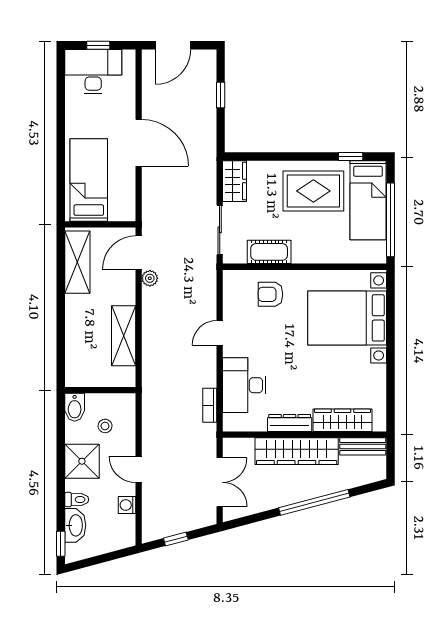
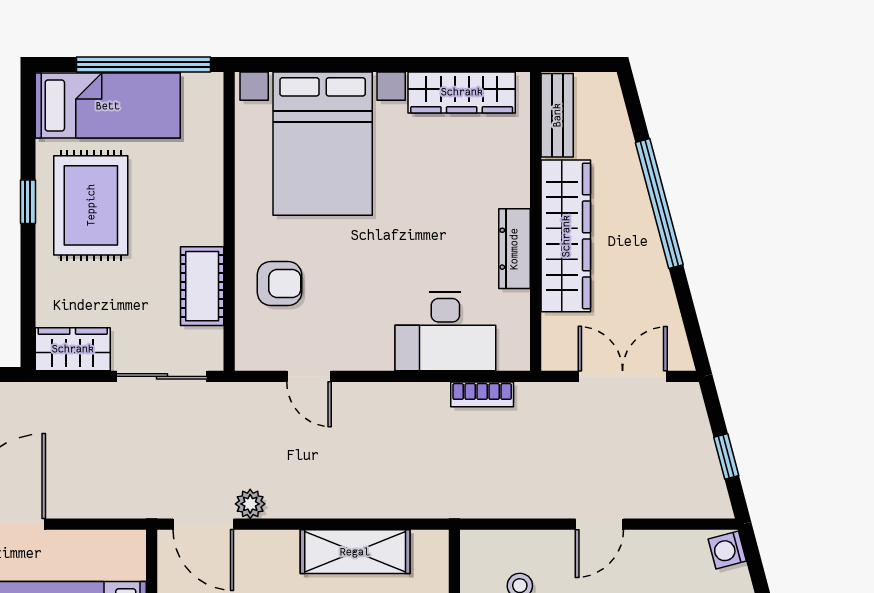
window: (351, 157) -> (28, 202), moved
armchair: (271, 294) -> (279, 284), turned -90
door: (220, 333) -> (309, 376), moved
wardrobe: (343, 420) -> (462, 92), moved, turned -90
washing machine: (127, 505) -> (727, 550), moved, turned 75

